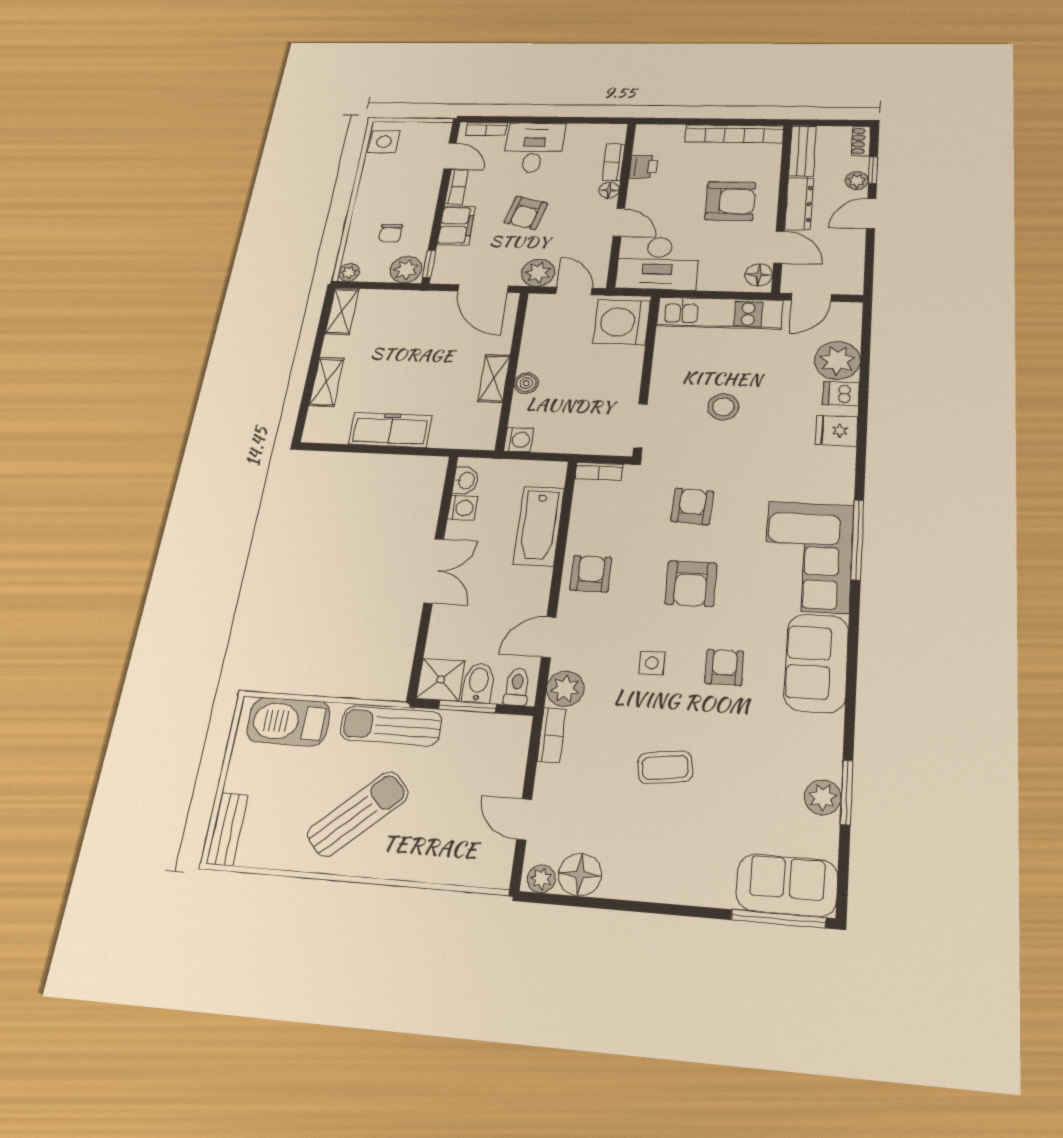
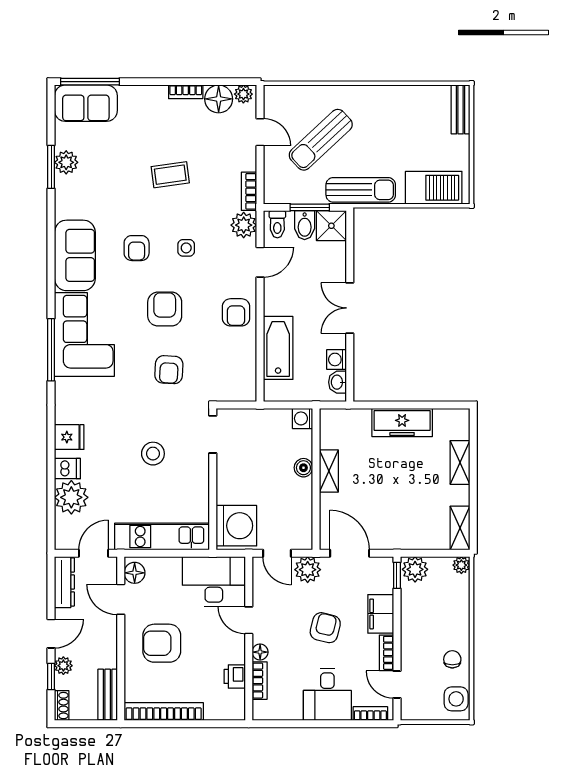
dresser: (799, 204) -> (64, 582), moved, turned 180
chair: (391, 233) -> (452, 659), moved
bookcase: (599, 471) -> (186, 92), moved, turned 180
sun lounger: (358, 814) -> (321, 140), moved

